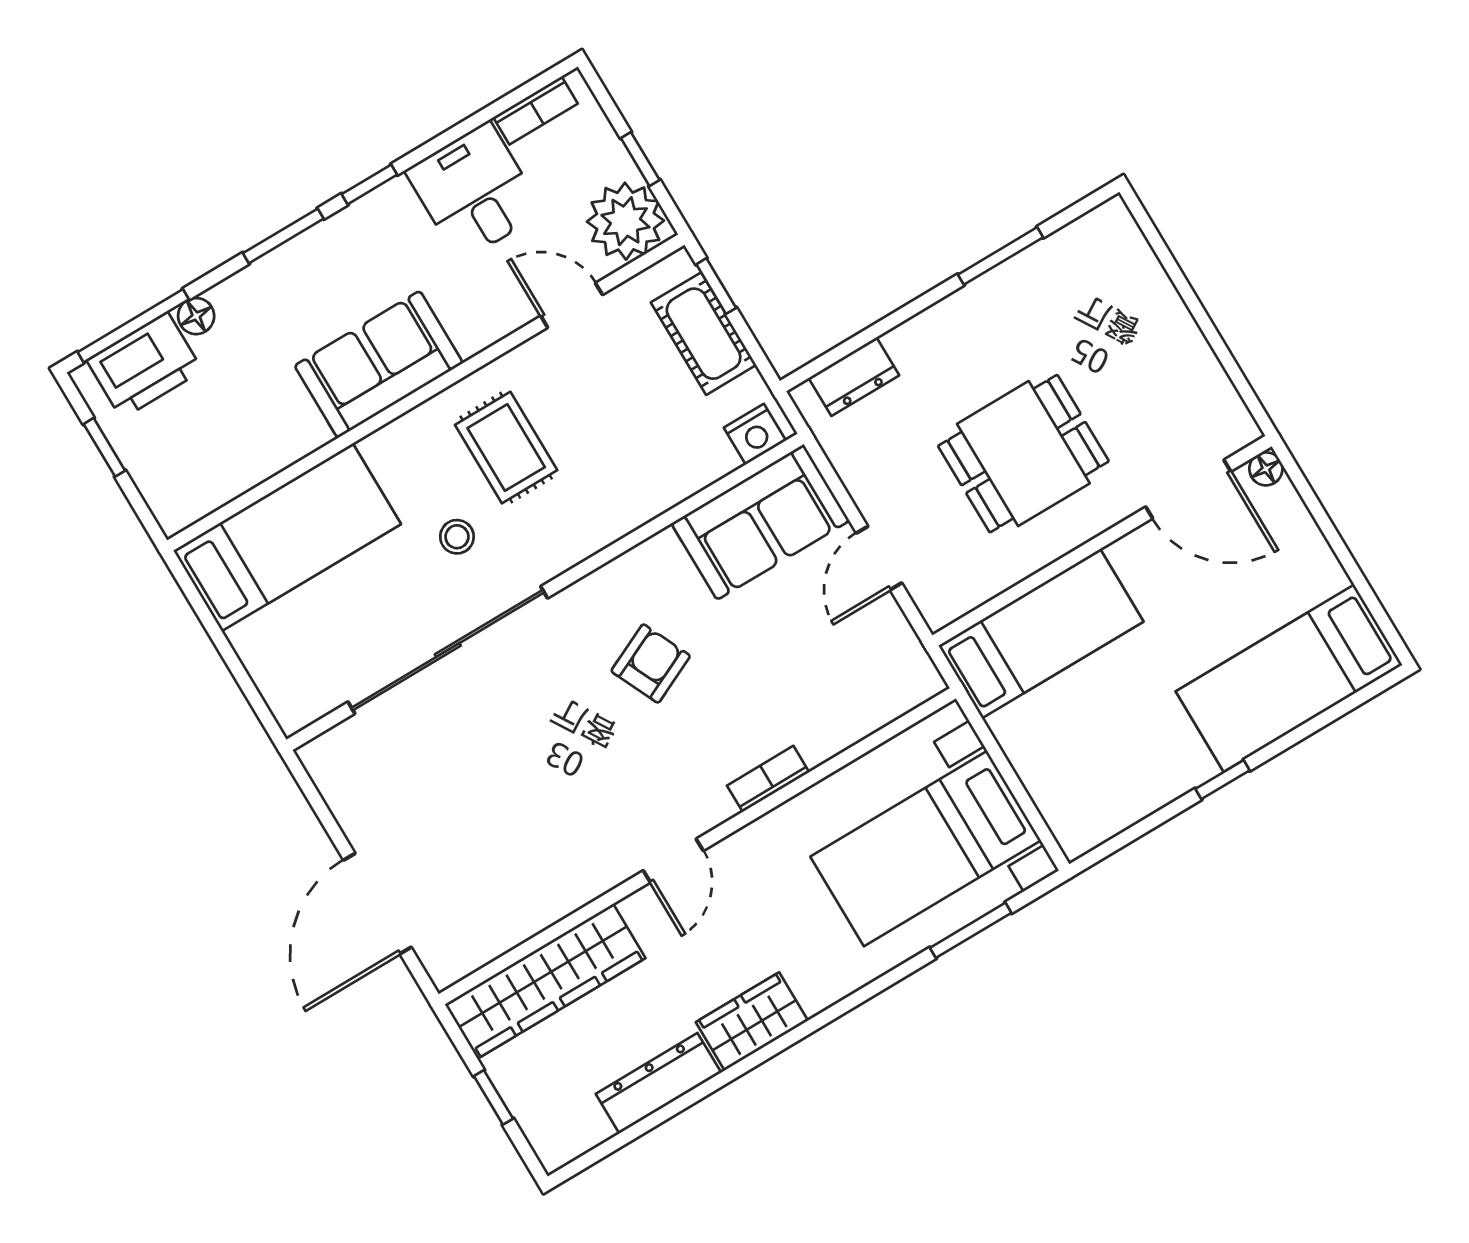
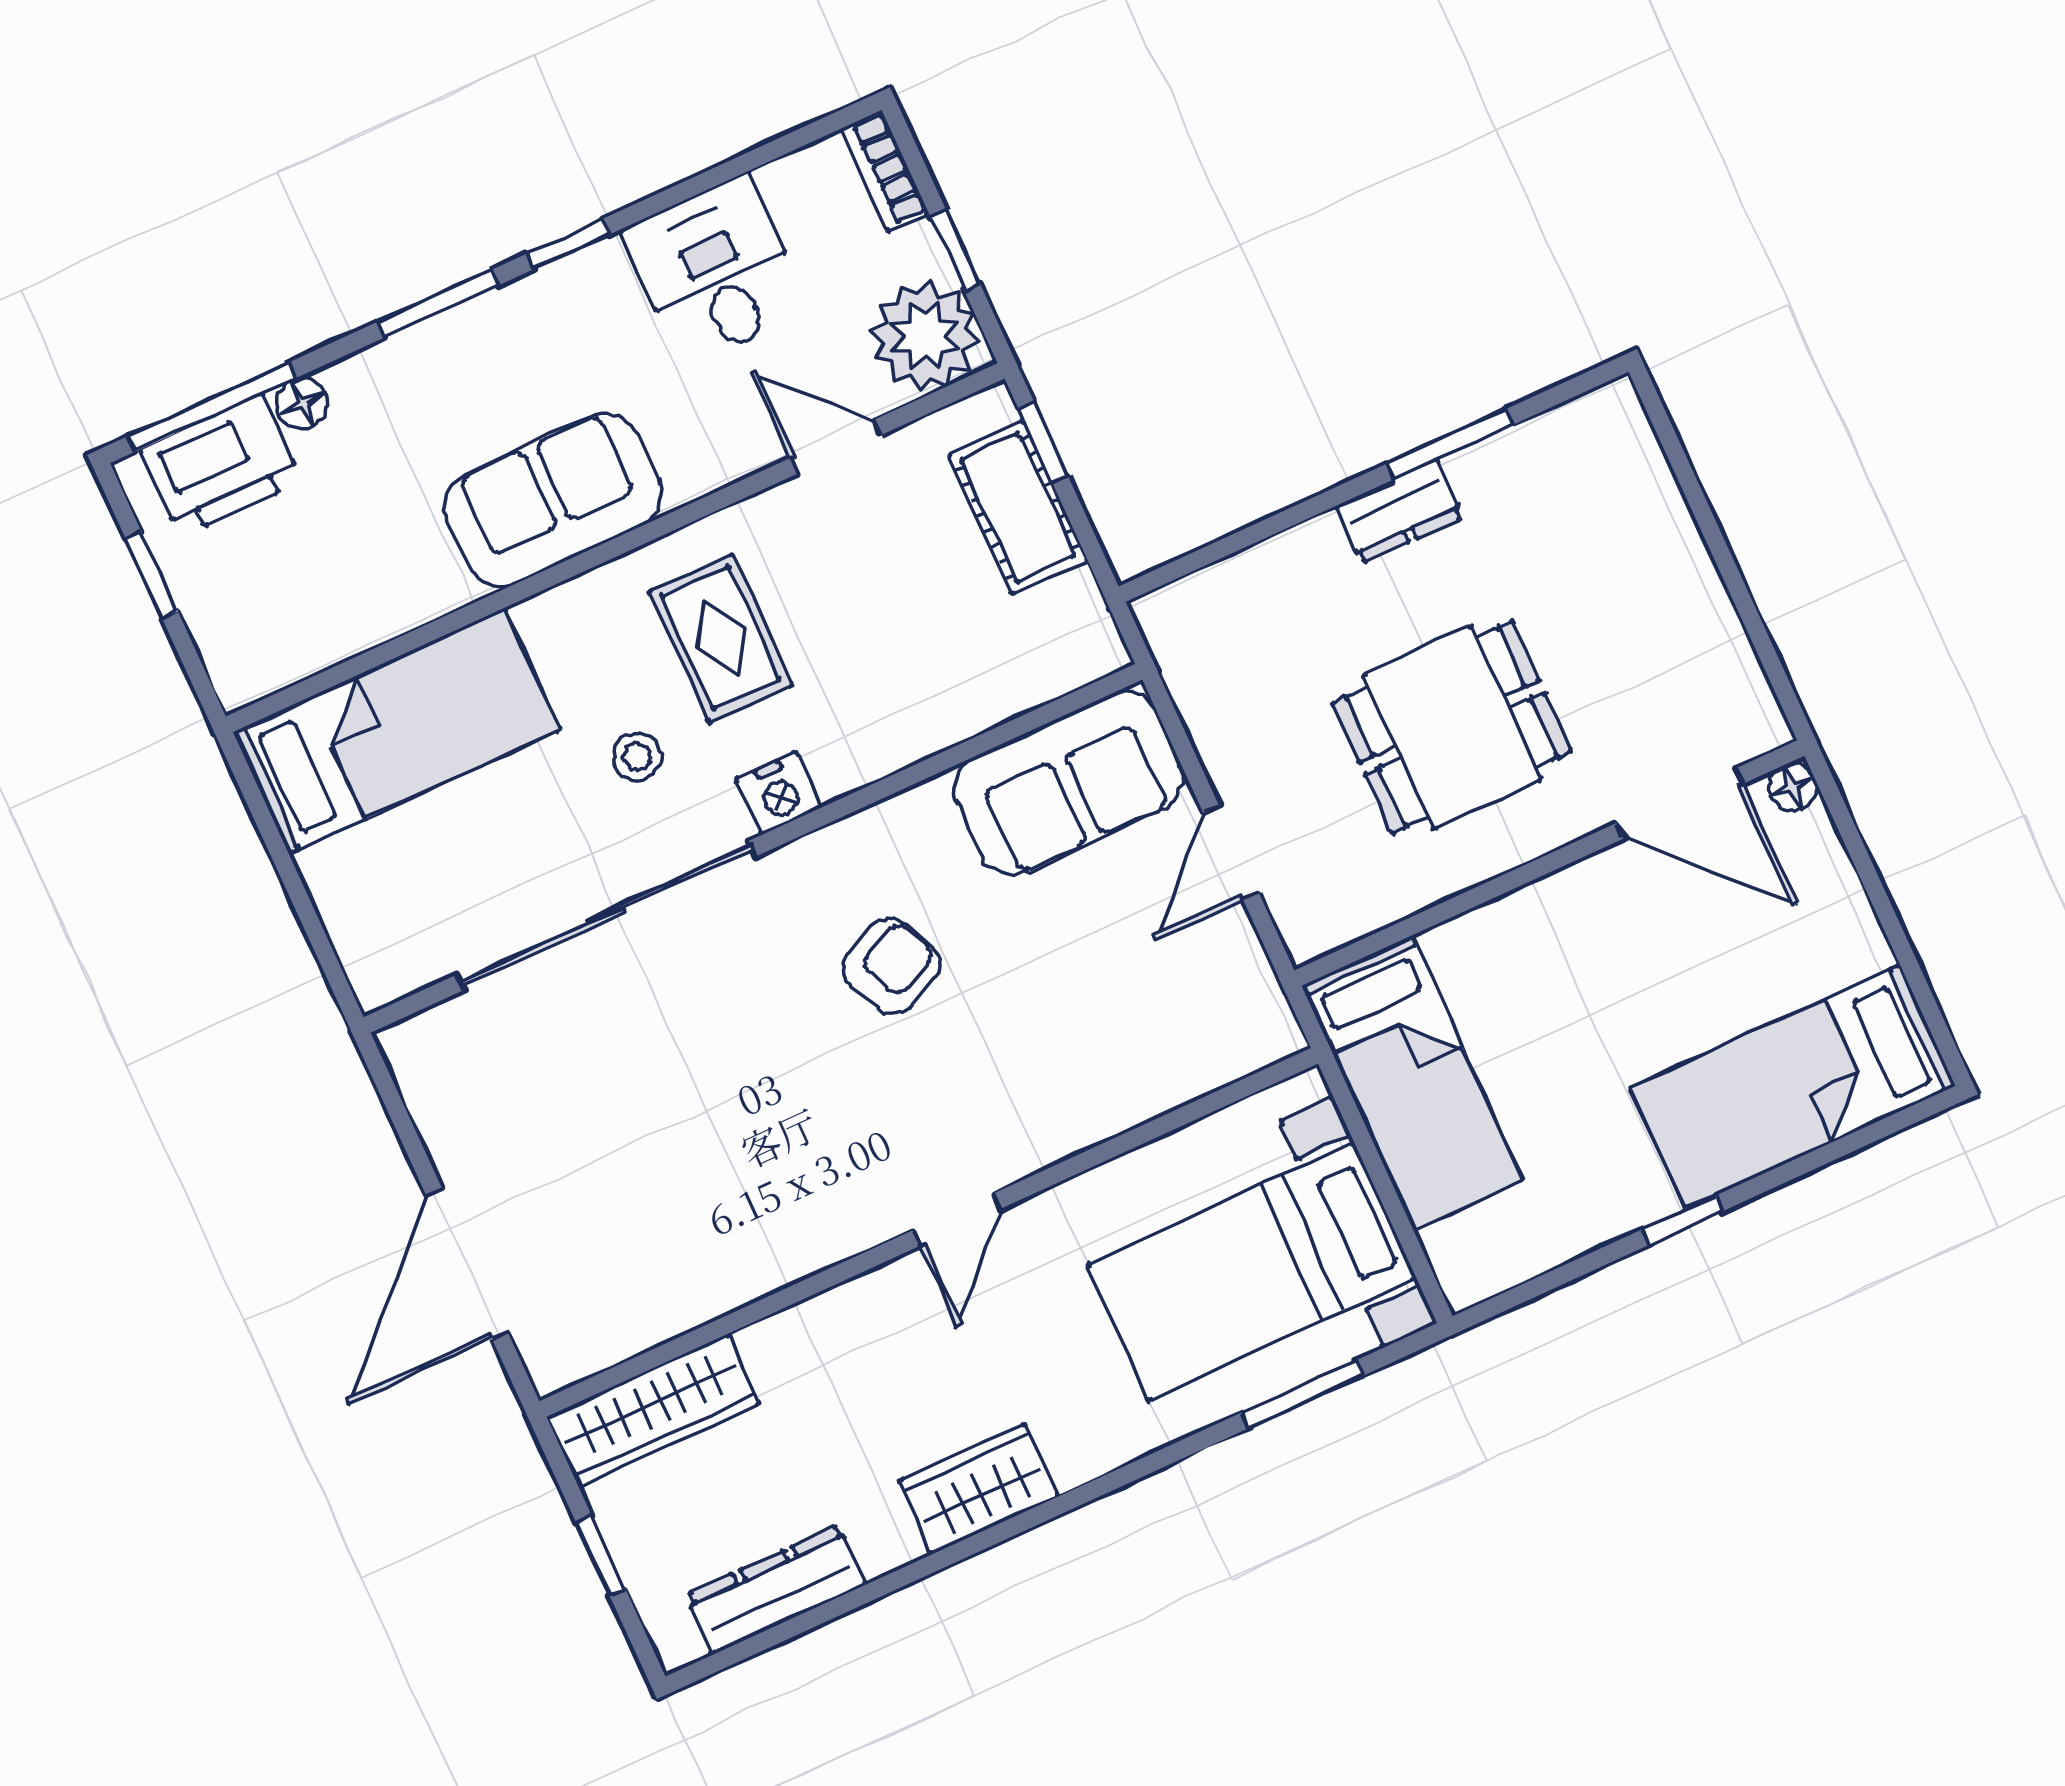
bookcase: (535, 111) -> (885, 171), moved, turned 90
dresser: (854, 377) -> (1399, 512), moved
nightstand: (755, 434) -> (779, 793), moved
bed: (1041, 634) -> (1412, 1083), moved, turned 90
bookcase: (768, 779) -> (1040, 1148), removed
door: (673, 861) -> (957, 1220), moved
wardrobe: (545, 981) -> (653, 1410), width x0.71, depth x0.85
dresser: (658, 1083) -> (776, 1590), moved

